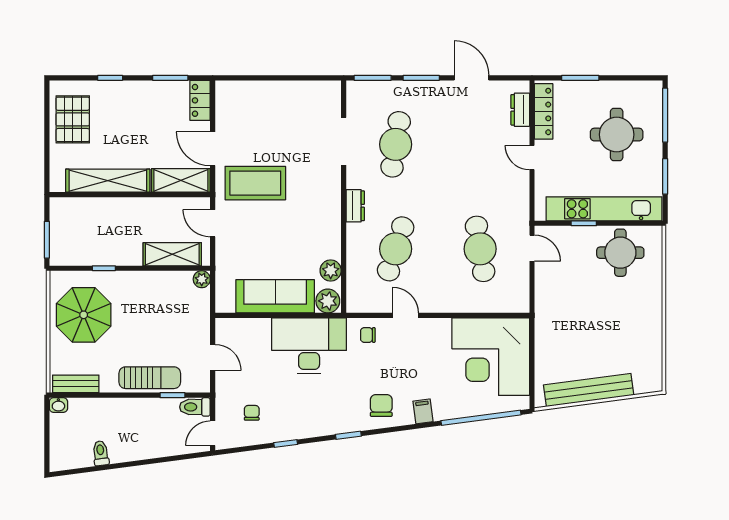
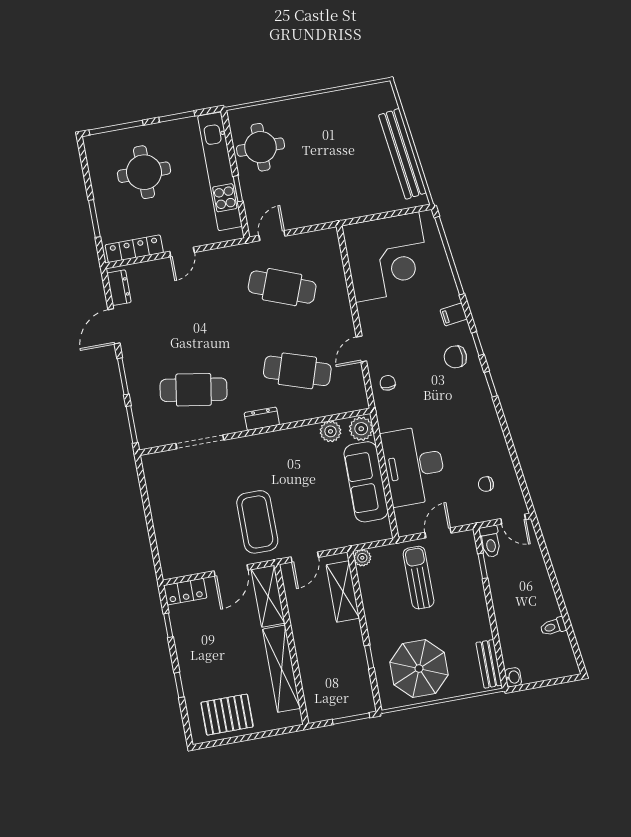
window: (170, 78) -> (168, 625), width x0.67
dresser: (520, 110) -> (119, 288), moved, turned -90
cafe table: (480, 249) -> (282, 287), turned 30
chair: (368, 335) -> (388, 383), turned 180
desk: (309, 346) -> (414, 466), moved
sun lounger: (150, 378) -> (419, 578), moved
window: (286, 444) -> (478, 344), moved

